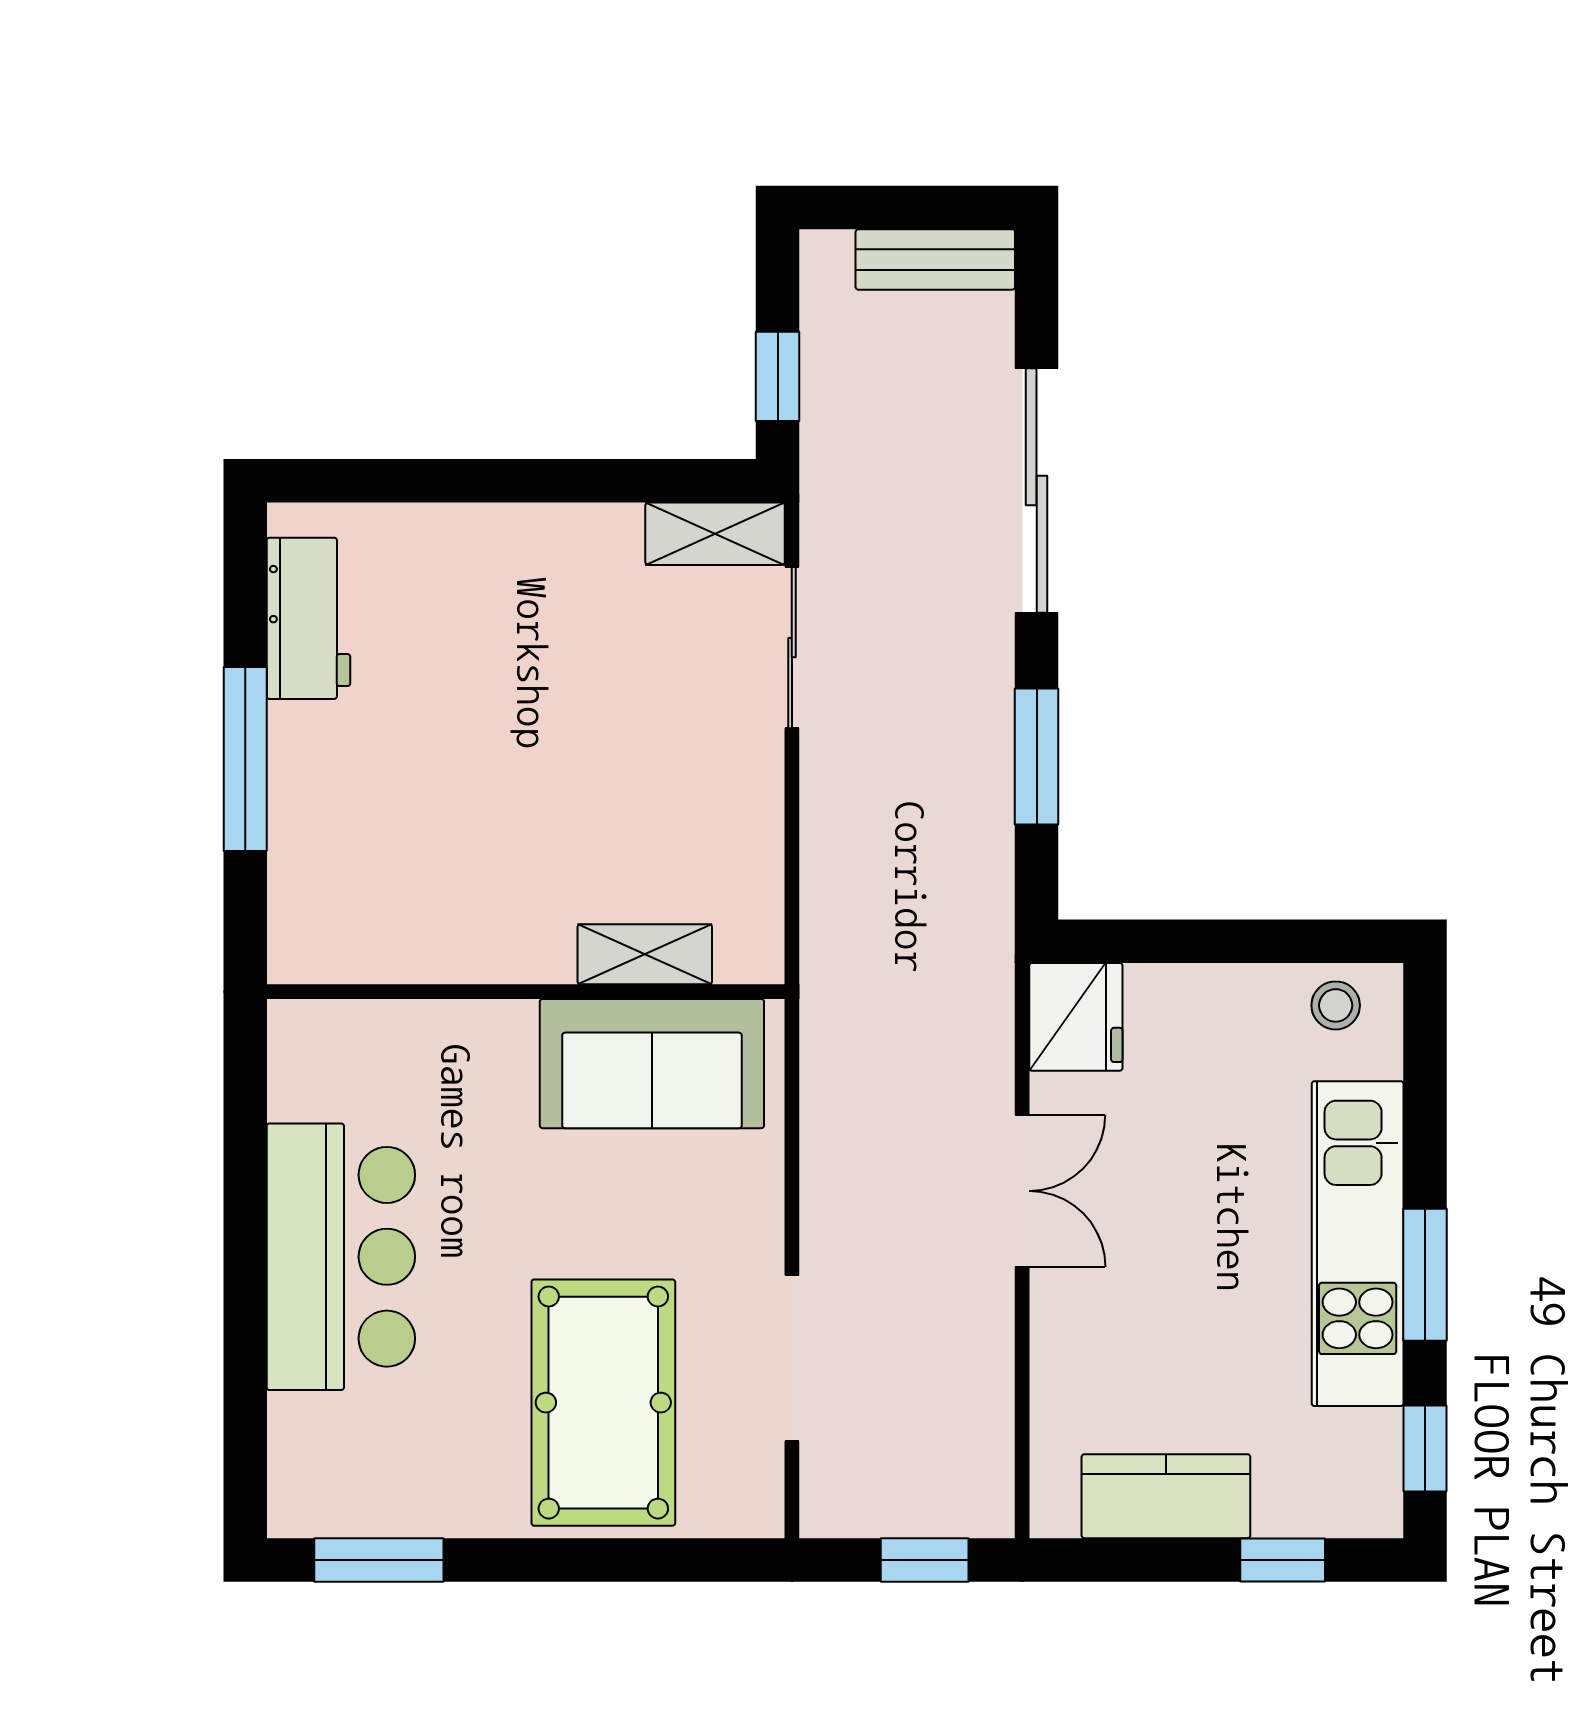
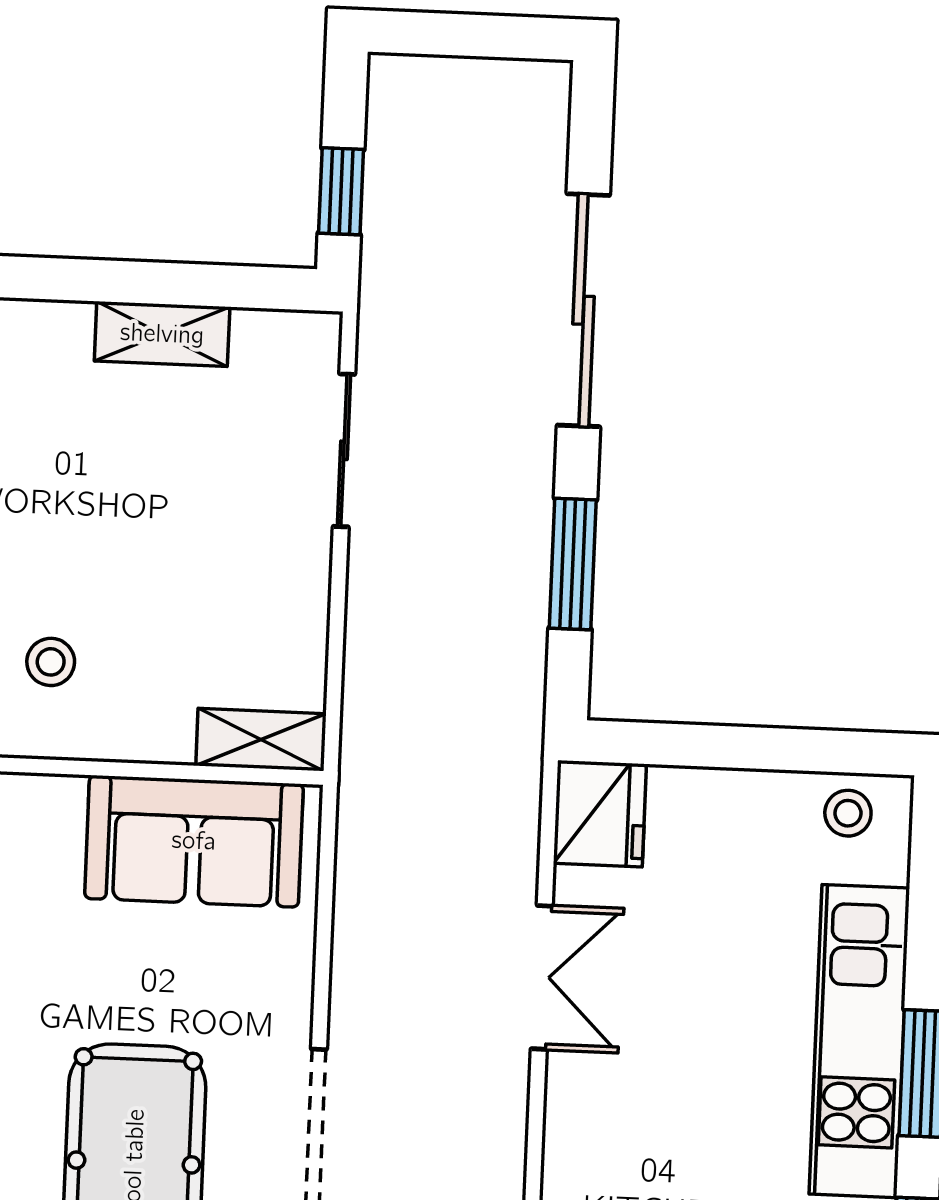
bench: (935, 259) -> (496, 86), removed
shelving: (715, 534) -> (162, 334), moved
stool: (494, 882) -> (51, 662), added
shelving: (645, 954) -> (261, 740), moved

